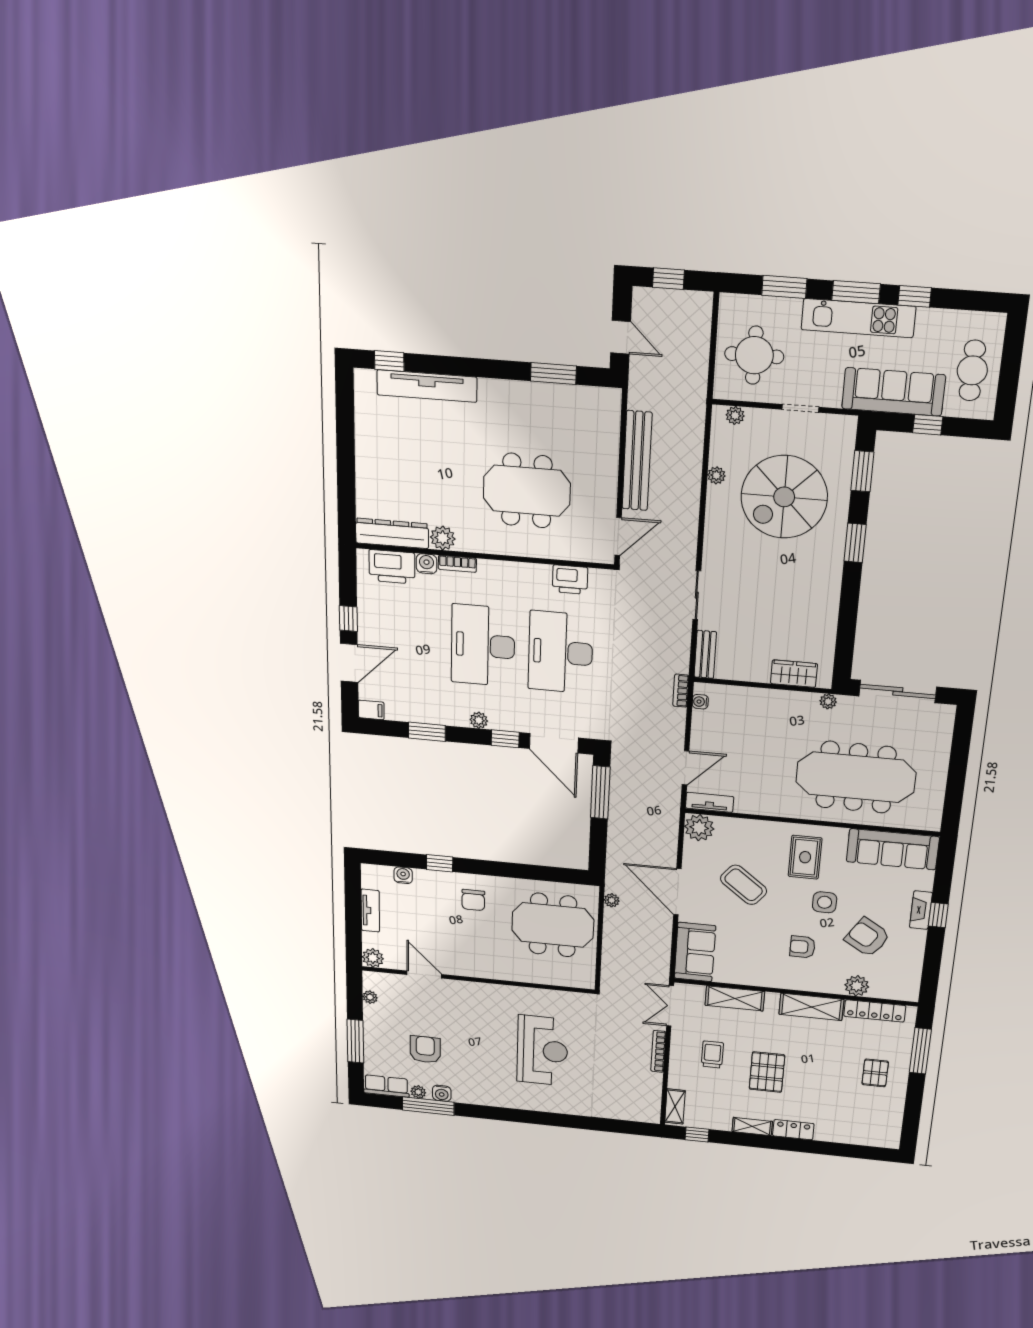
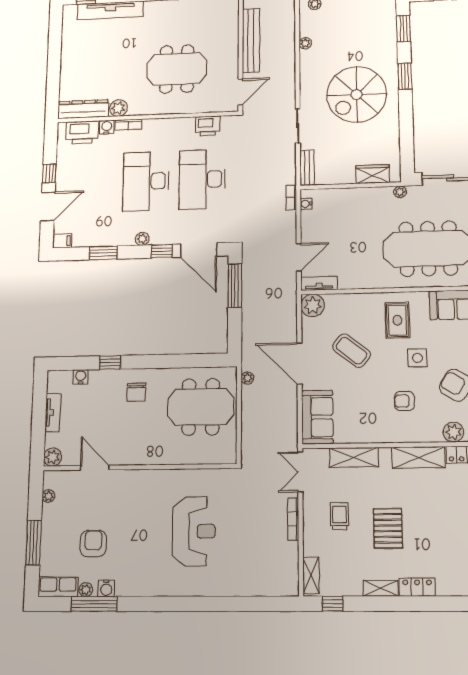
spiral stairs: (784, 497) -> (357, 95), moved

